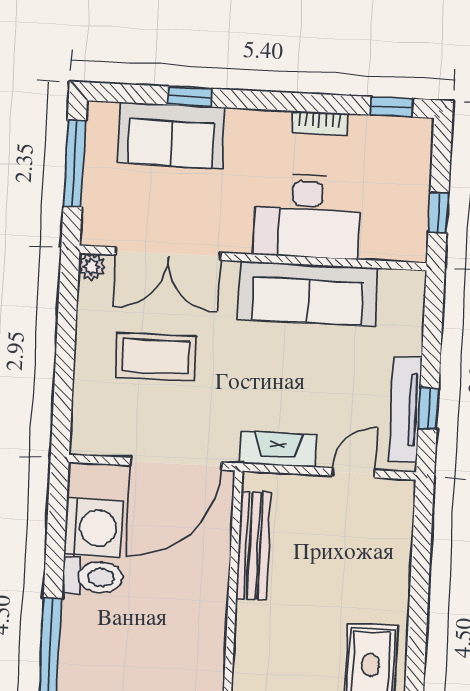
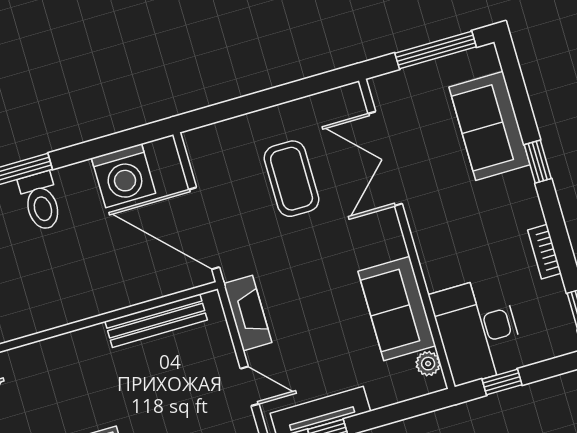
window: (190, 97) -> (538, 162), moved
desk: (307, 216) -> (478, 330), moved
plant: (92, 267) -> (428, 364), moved
sofa: (308, 294) -> (397, 309), width x0.73
toilet: (93, 577) -> (41, 201), moved

